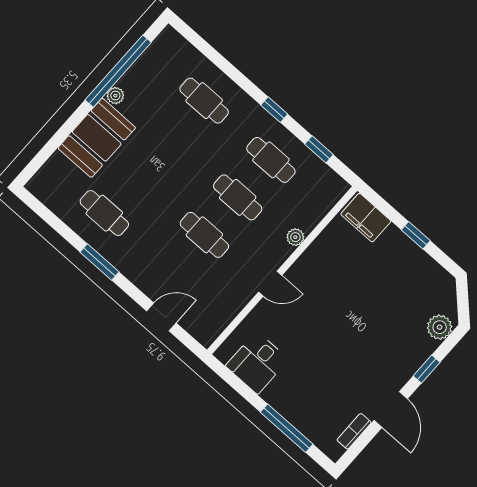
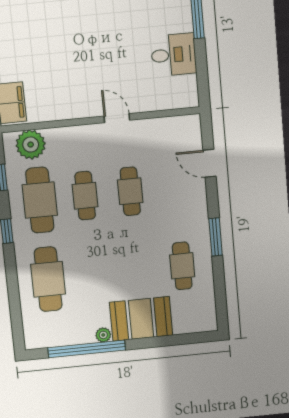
cafe table: (204, 101) -> (48, 279), width x1.37, depth x1.35
cafe table: (271, 160) -> (40, 200), width x1.37, depth x1.35
plant: (295, 237) -> (31, 145), moved, width x1.88, depth x1.88
desk: (257, 363) -> (174, 55), moved

